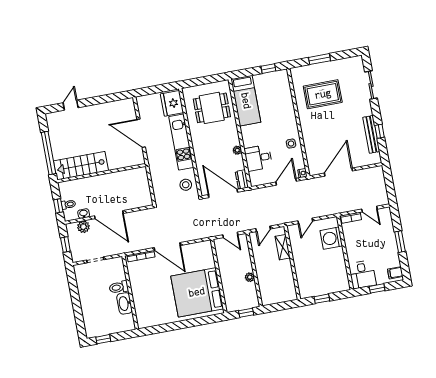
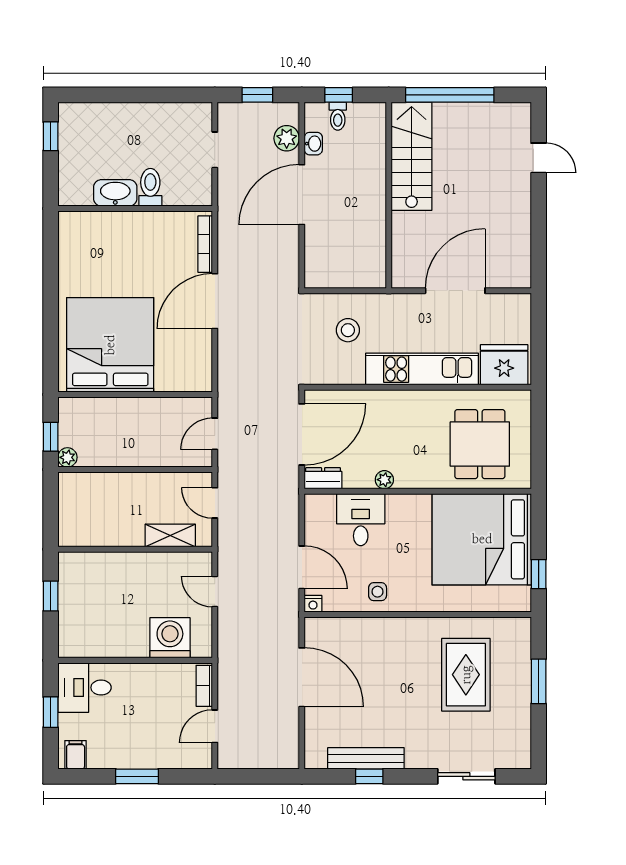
bed: (246, 101) -> (482, 539), width x2.04
stool: (186, 185) -> (348, 330), moved
plant: (250, 277) -> (67, 457), moved

